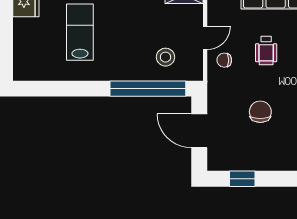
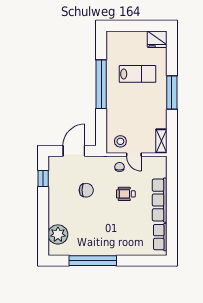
stool: (166, 57) -> (120, 141), moved
window: (148, 89) -> (101, 84), moved

